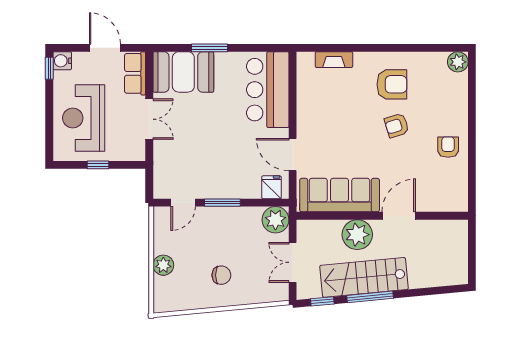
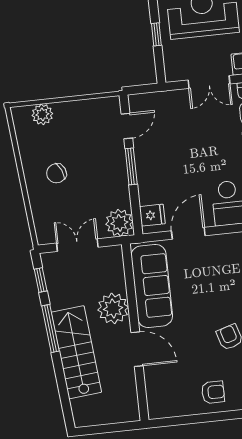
door: (183, 203) -> (127, 126), swing flipped
plant: (163, 265) -> (42, 114), moved
chair: (221, 275) -> (56, 173), turned 66
stairs: (364, 277) -> (76, 352), moved

